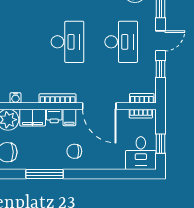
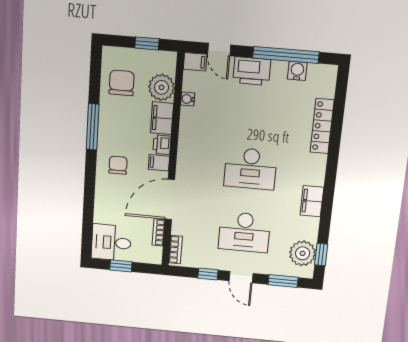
bookcase: (58, 98) -> (183, 151), removed
bookcase: (141, 114) -> (159, 232), moved

